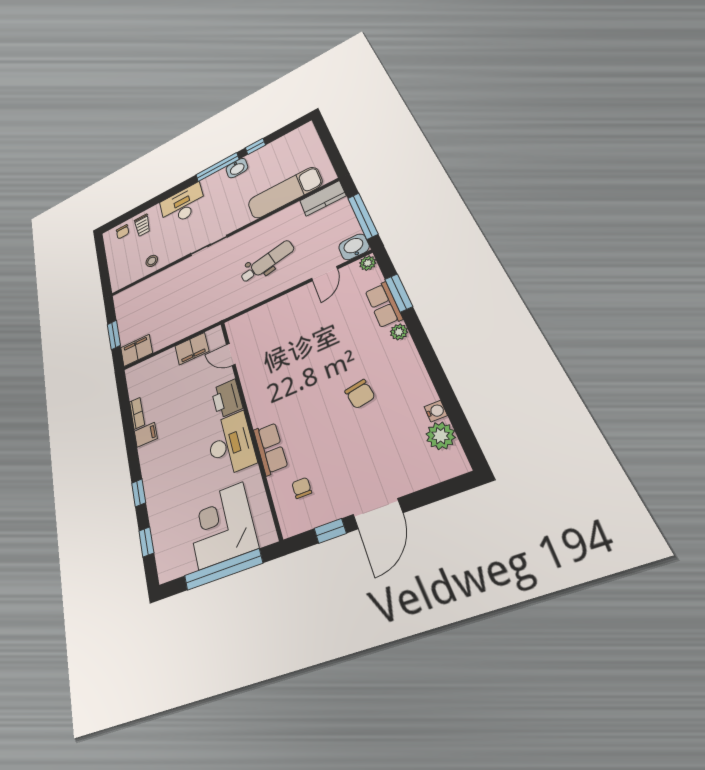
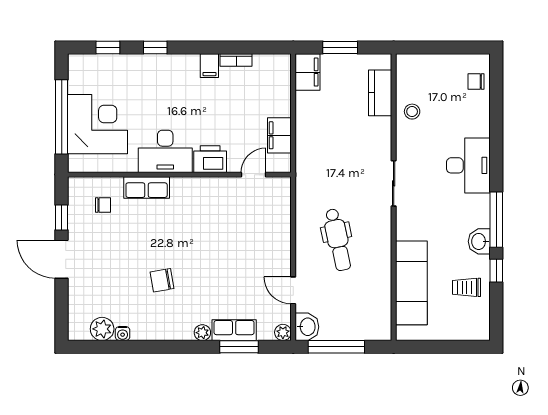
kitchen counter: (323, 198) -> (380, 93), moved
trolley: (142, 225) -> (467, 287), moved

